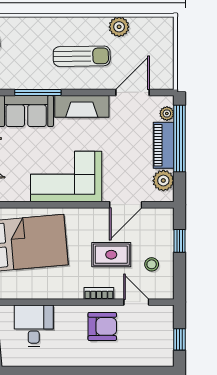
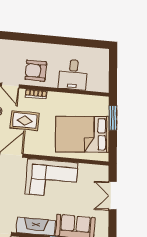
desk: (34, 326) -> (73, 75), moved

